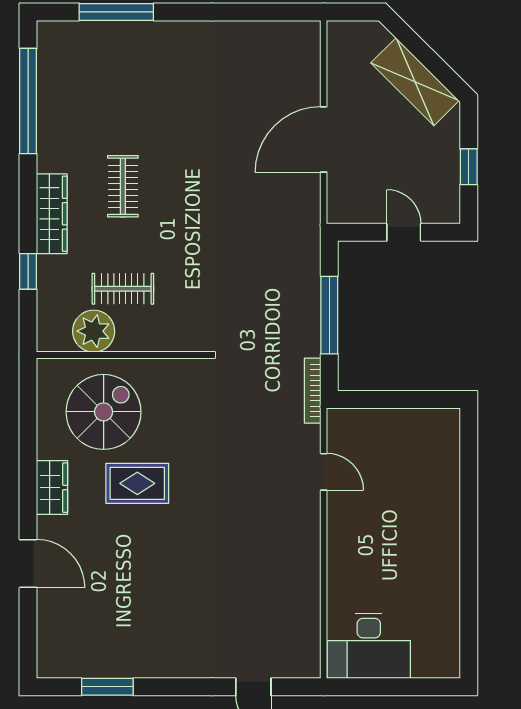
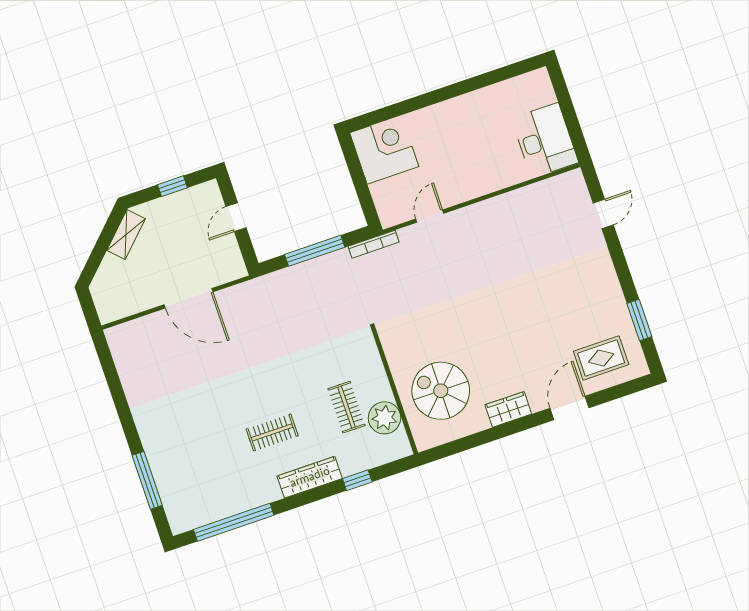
shelving: (415, 82) -> (126, 234), width x0.67, depth x0.75
corner desk: (425, 444) -> (384, 150), added
rug: (137, 483) -> (601, 358), moved, turned 90

